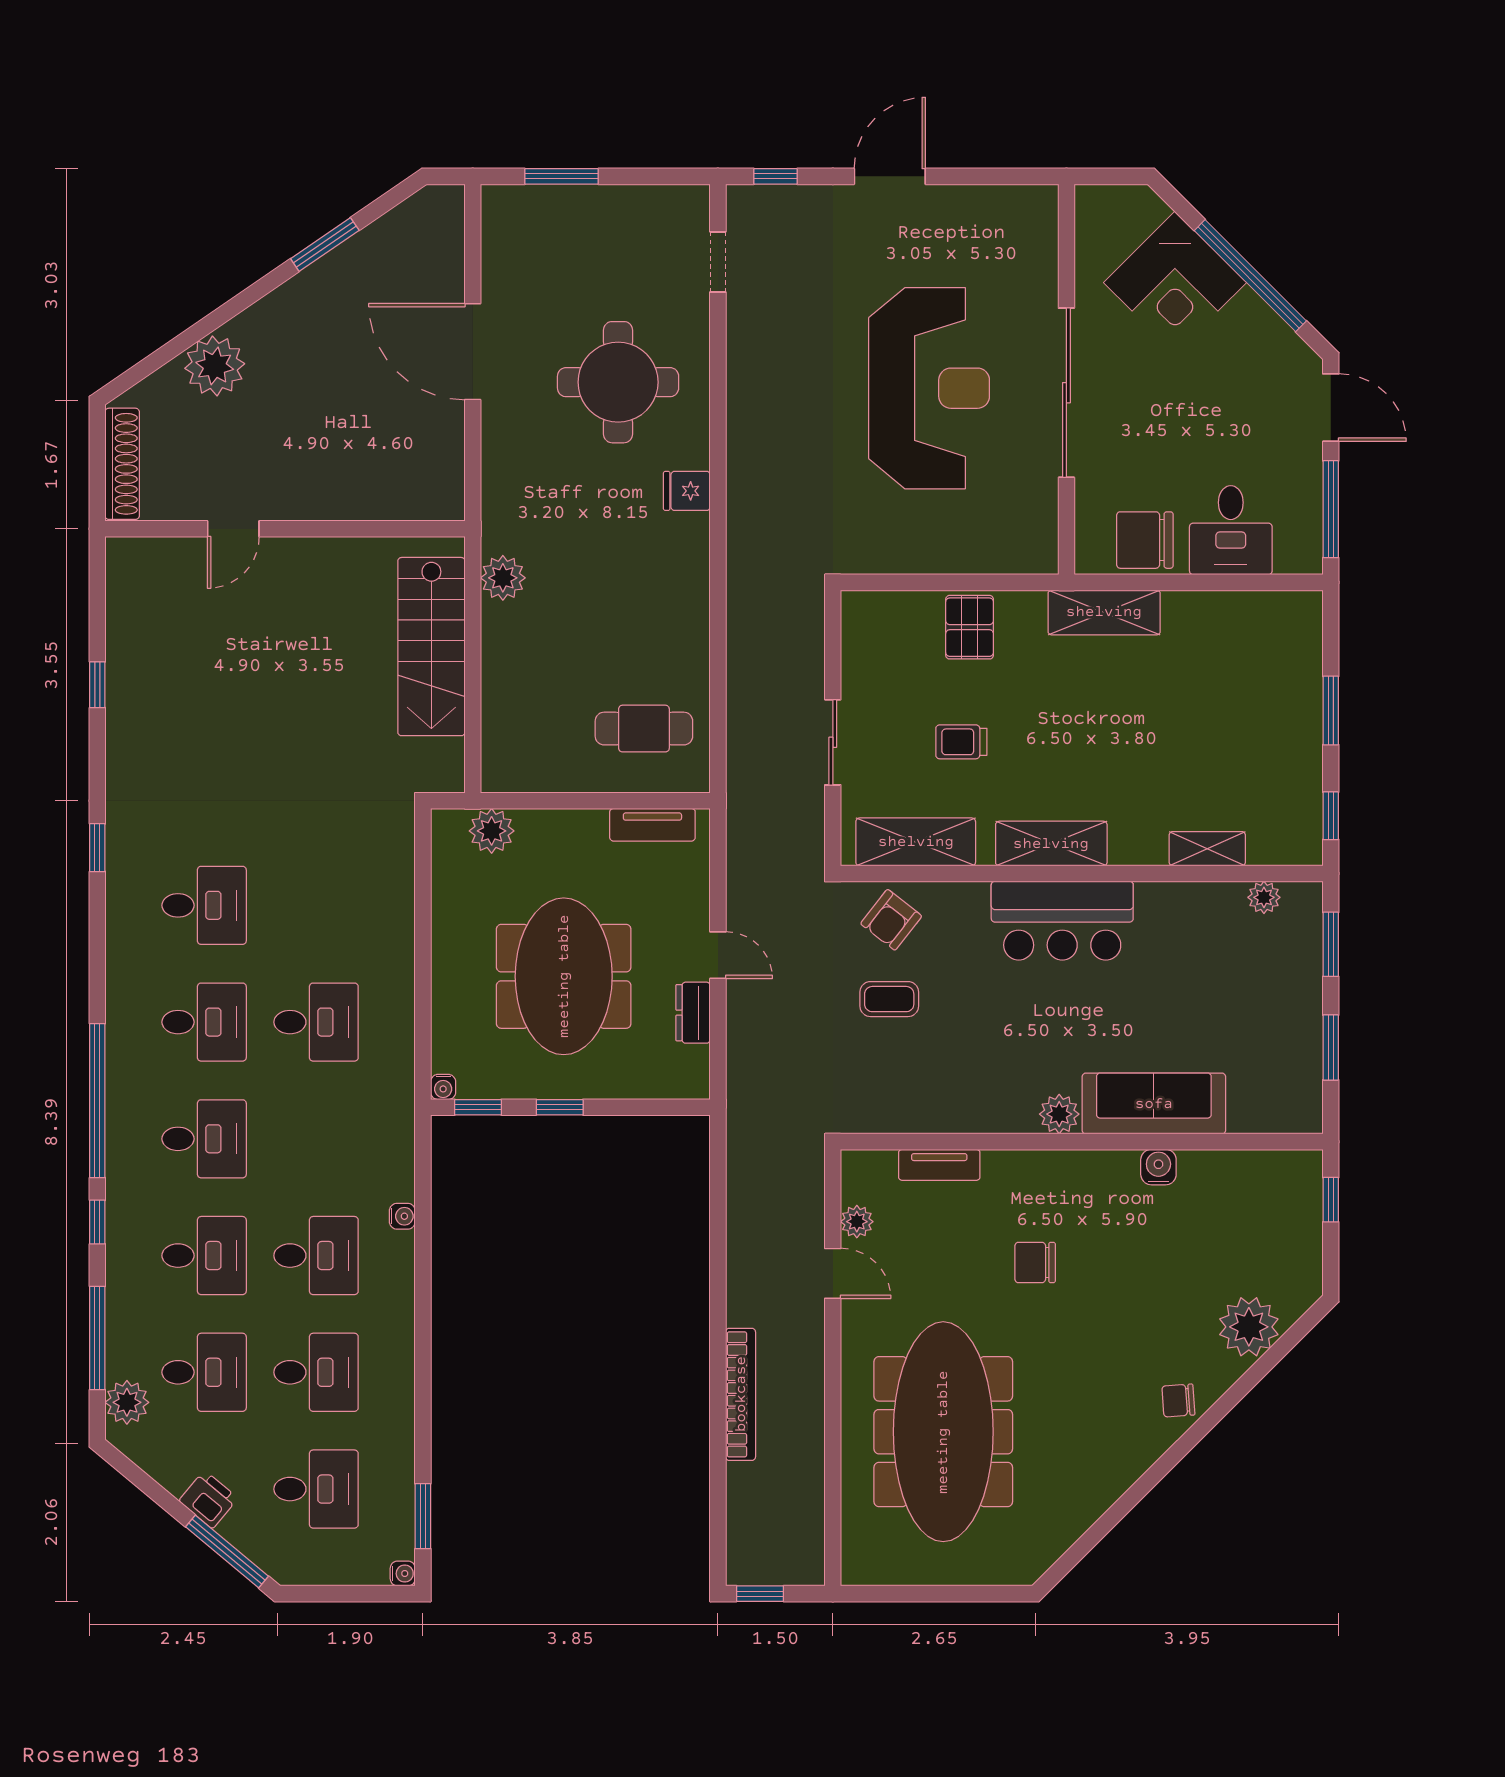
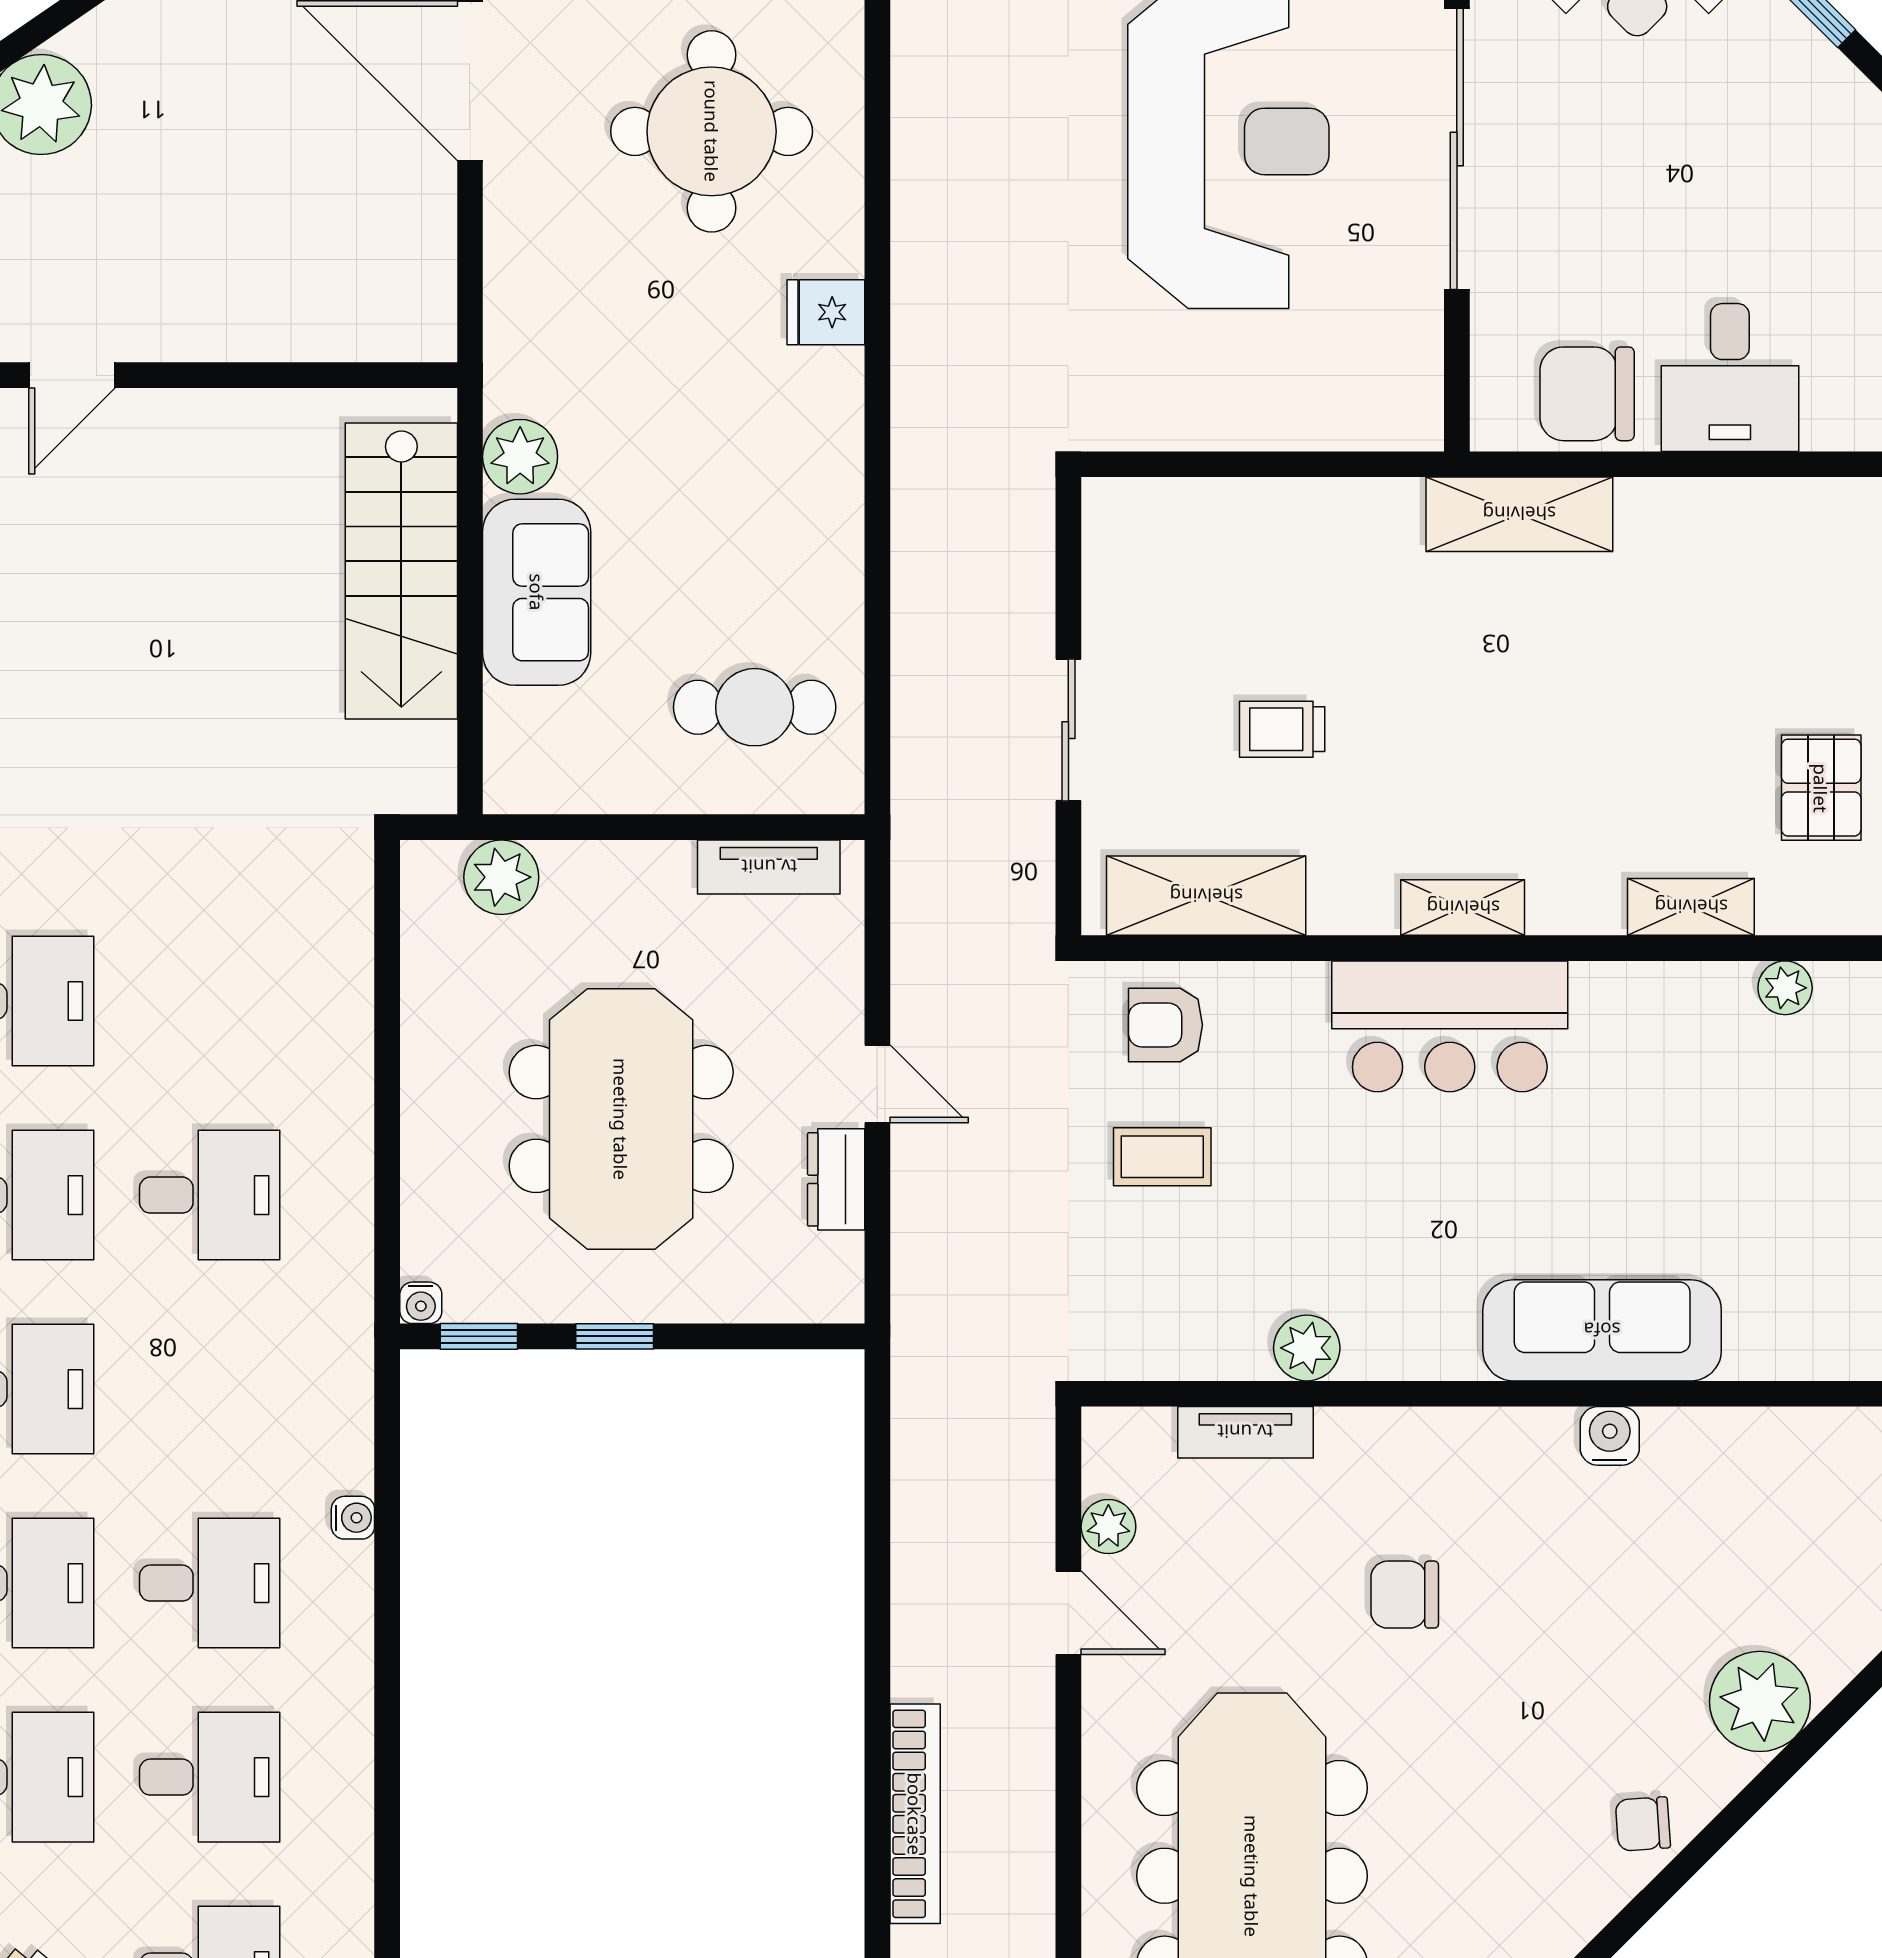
pallet: (970, 627) -> (1821, 788), moved
sofa: (513, 659) -> (537, 592), added
shelving: (1051, 844) -> (1463, 908), width x0.67, depth x0.75
armchair: (891, 920) -> (1165, 1025), turned 52
plant: (1059, 1114) -> (1307, 1348), moved

